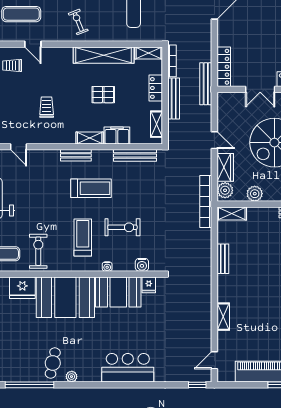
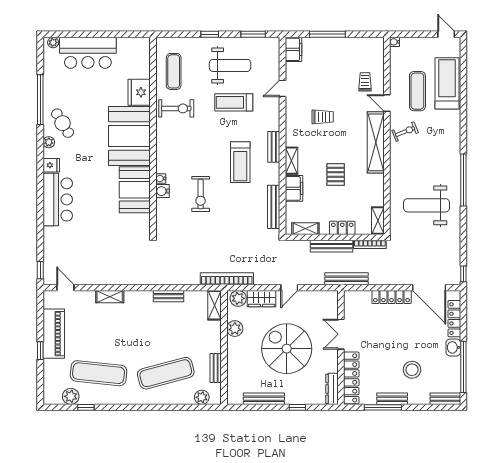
exercise bike: (78, 22) -> (405, 132), moved
door: (33, 44) -> (387, 103), hinge flipped
shelving: (104, 55) -> (376, 142), moved
locker: (224, 67) -> (392, 297), moved
treadmill: (83, 238) -> (234, 102), moved, turned 180
water cooler: (142, 265) -> (162, 191), moved
fridge: (149, 285) -> (51, 165), moved, turned 180
cafe table: (53, 363) -> (63, 123), turned 47

